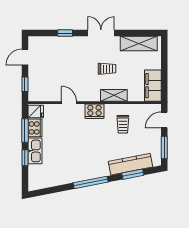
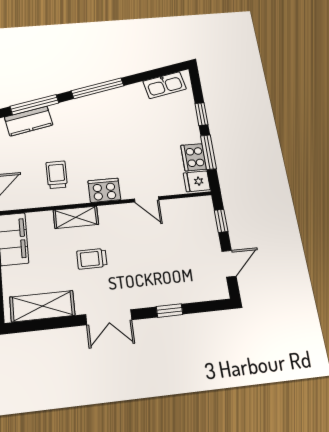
kitchen sink: (35, 151) -> (165, 85), moved, turned -101
kitchen counter: (130, 164) -> (29, 121), width x0.67
window: (133, 174) -> (34, 105), width x1.44

